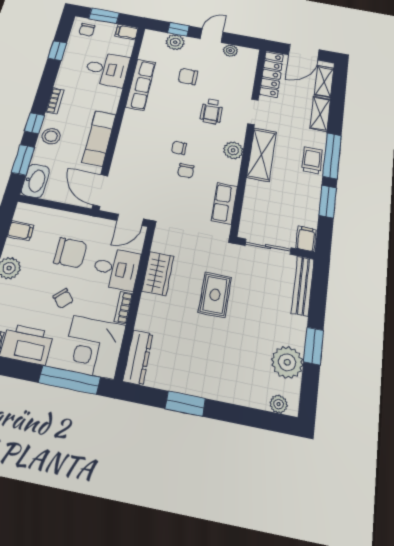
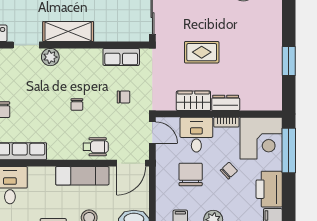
wheelchair: (212, 111) -> (96, 147), moved
plant: (233, 150) -> (50, 57), moved
chair: (186, 171) -> (124, 97), moved
dresser: (138, 357) -> (226, 103), moved, width x0.70

